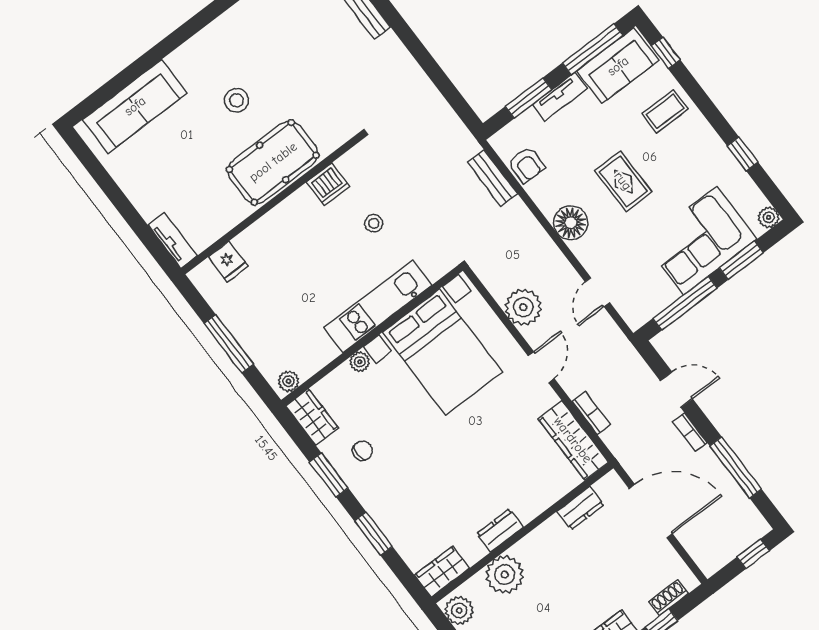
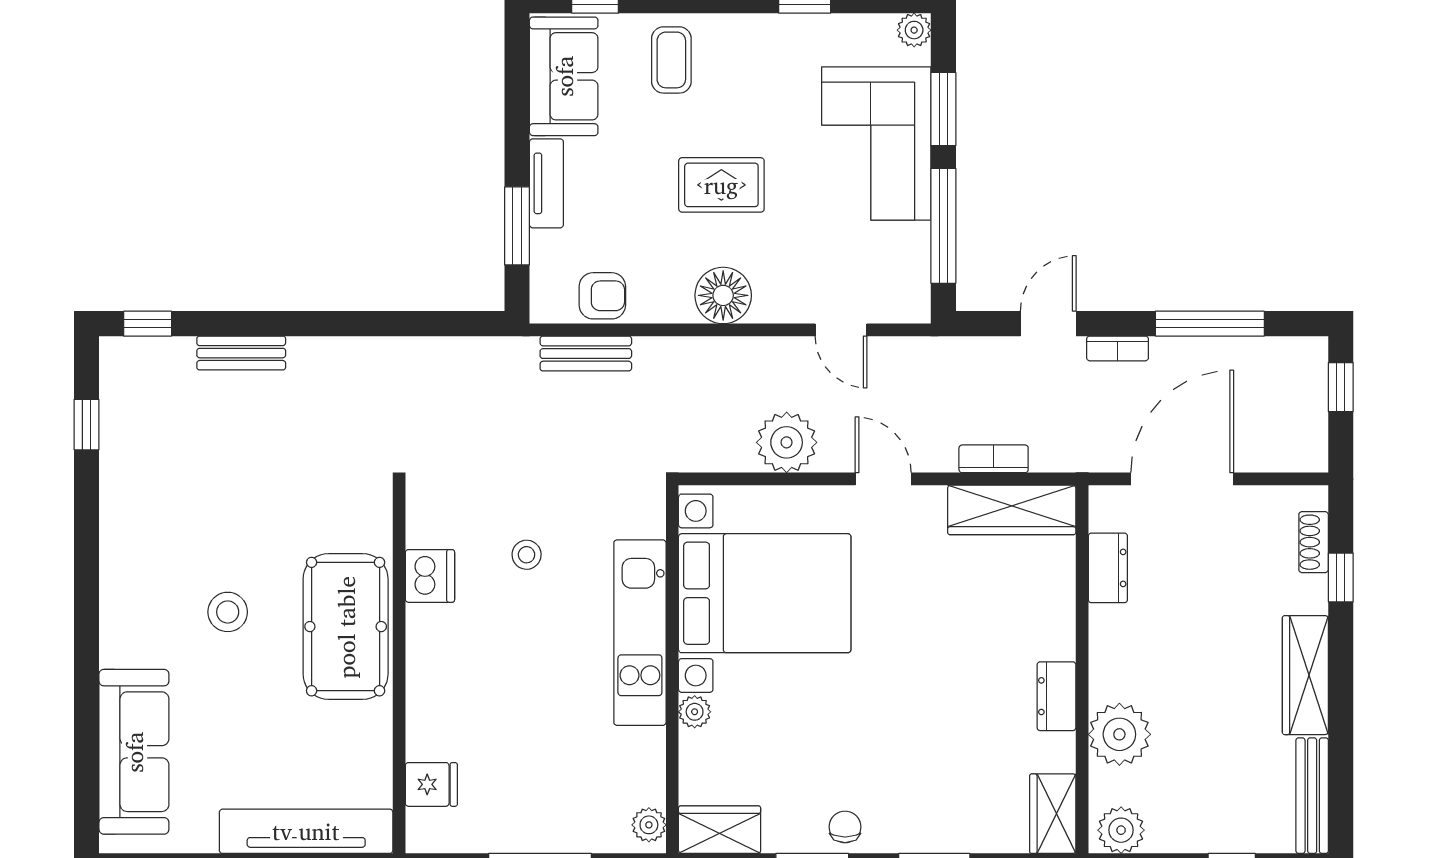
window: (593, 49) -> (517, 93), removed
tv unit: (173, 240) -> (306, 831), width x1.92, depth x1.29
chair: (362, 451) -> (845, 827), moved

